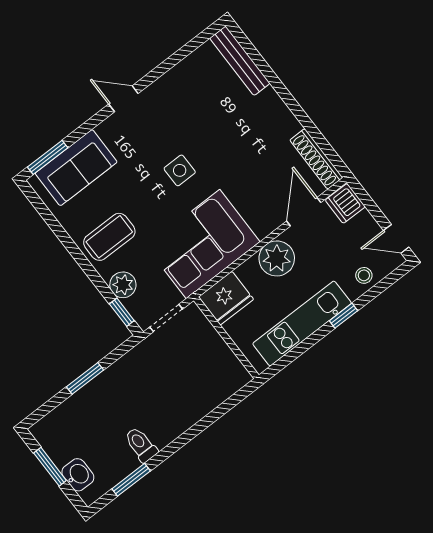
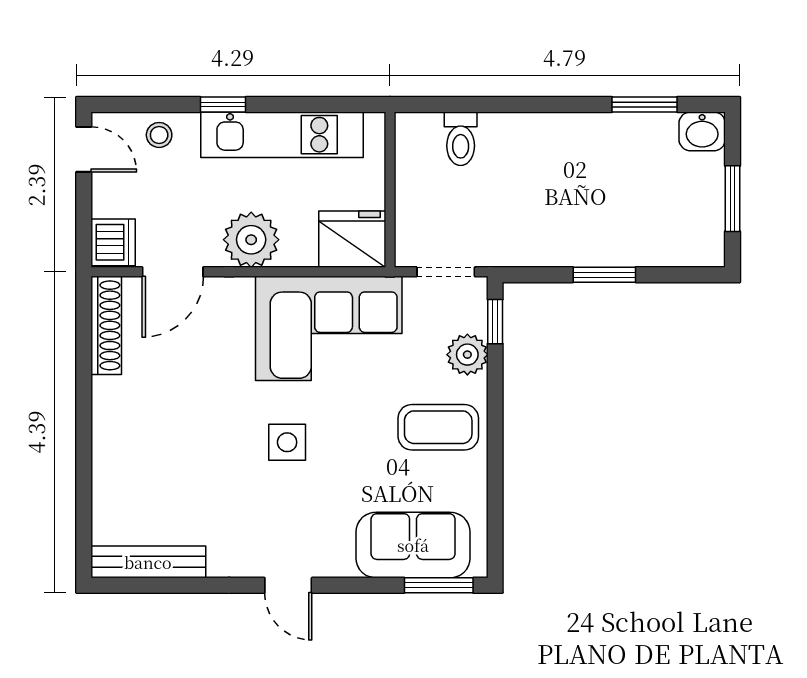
bench: (240, 61) -> (148, 562), moved, turned 90
toilet: (141, 445) -> (461, 139), moved
washbasin: (78, 475) -> (702, 131), moved, turned -90

